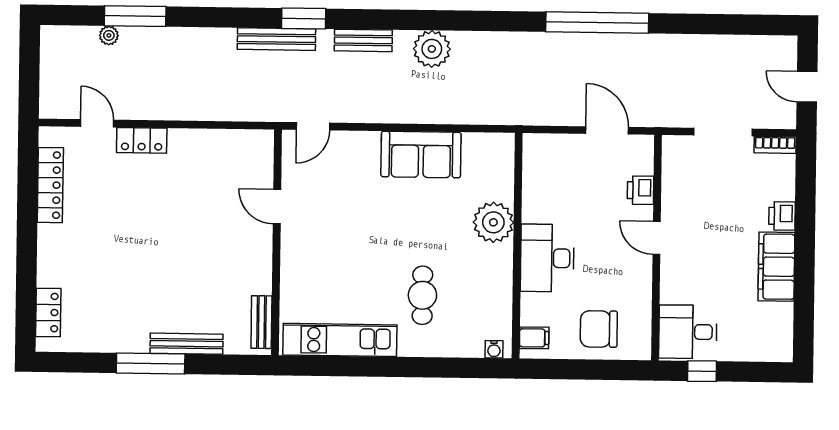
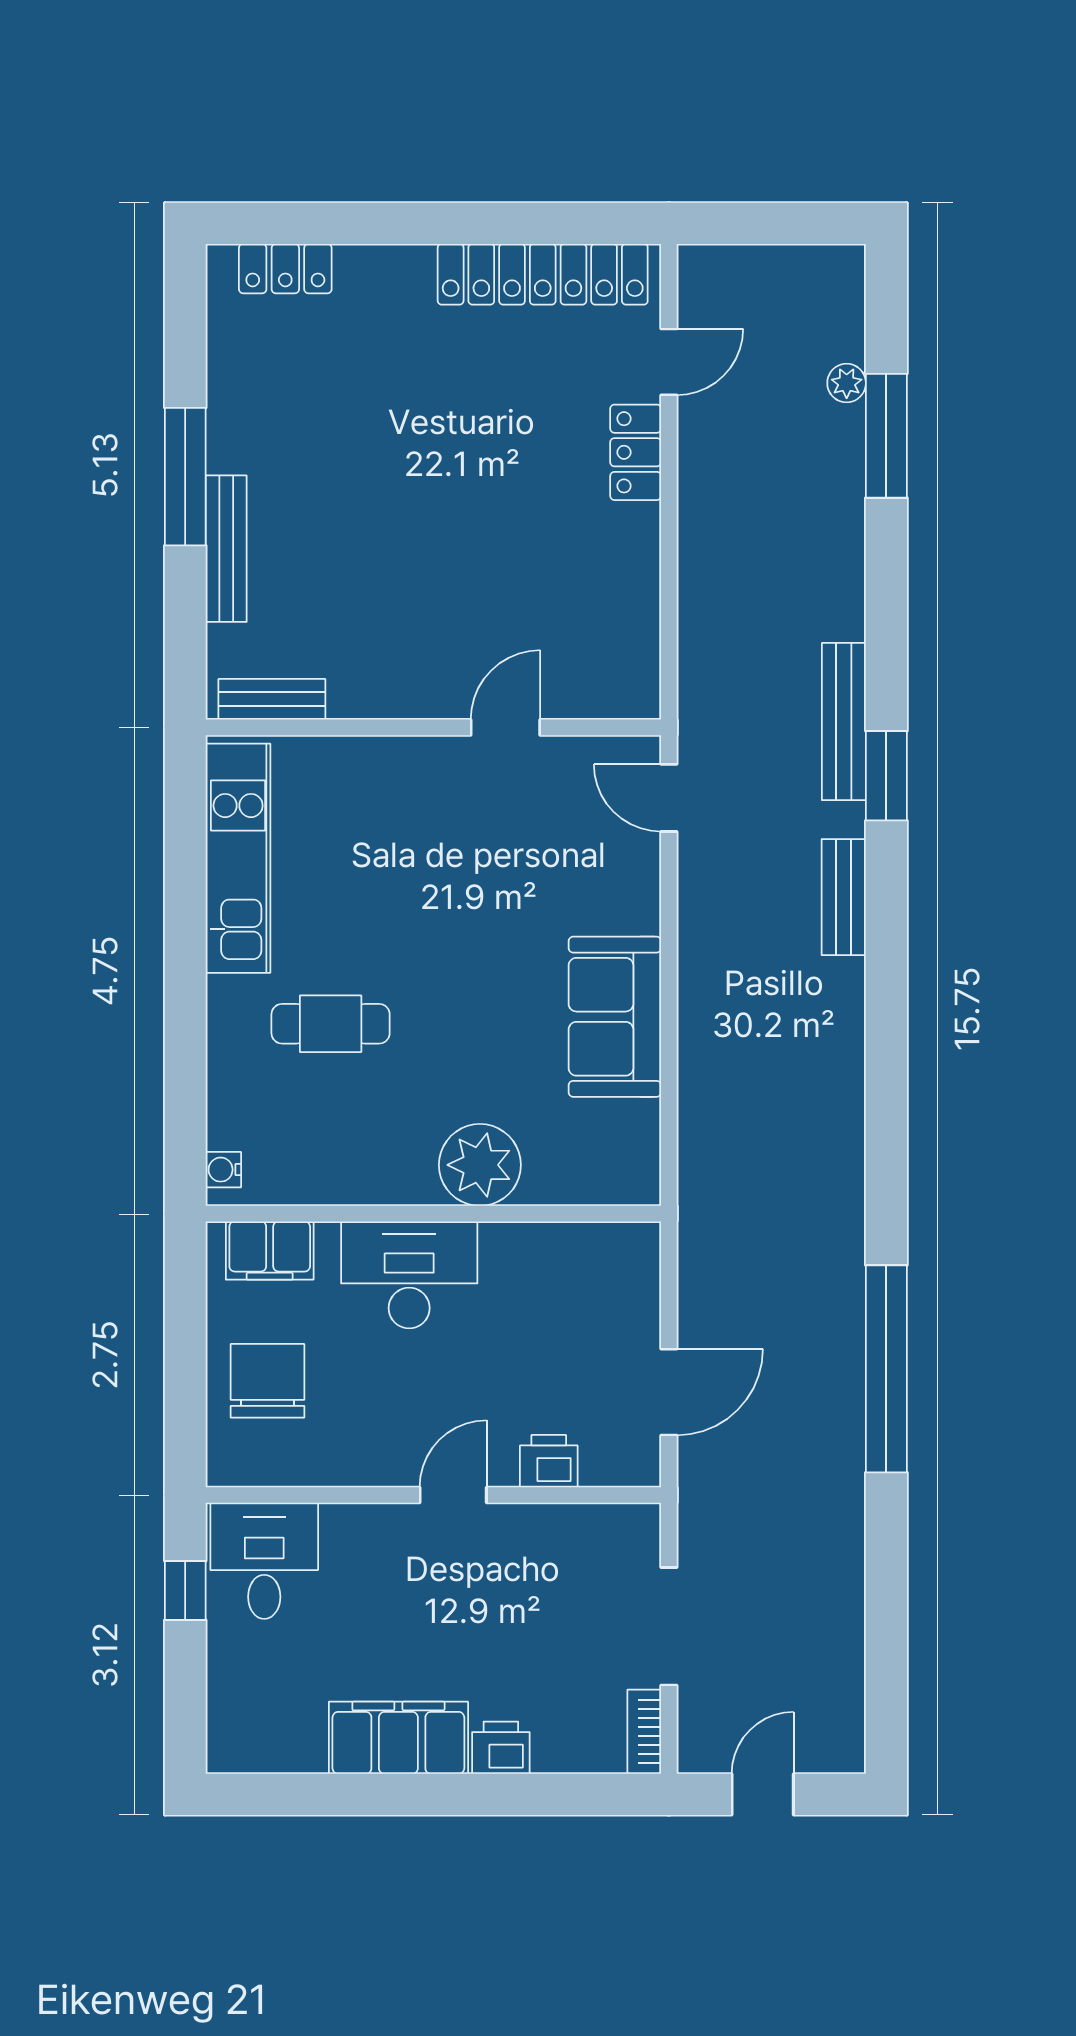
plant: (432, 49) -> (828, 1036), removed
locker: (50, 185) -> (543, 274), width x1.41, depth x1.21
filing cabinet: (534, 338) -> (270, 1251), width x2.00

